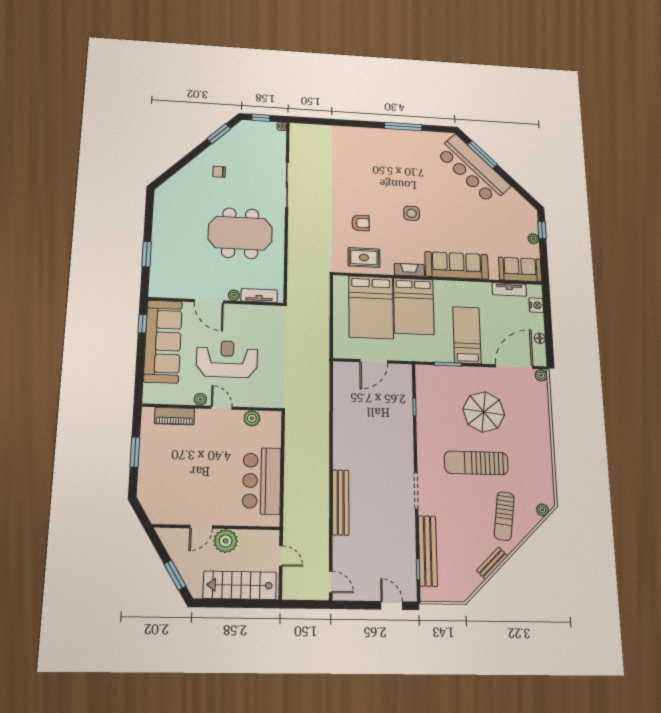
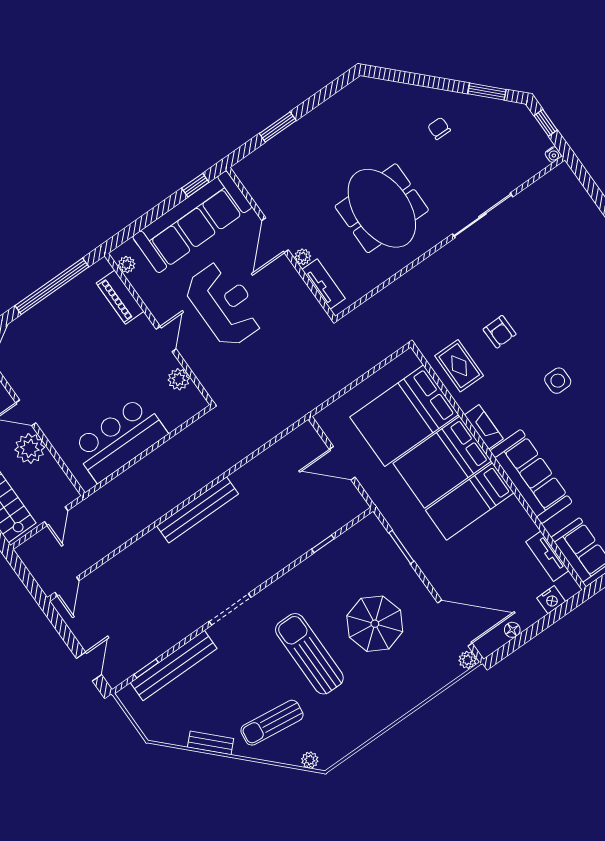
bed: (467, 335) -> (470, 501), moved, turned 180
plant: (200, 399) -> (127, 264), moved
window: (135, 452) -> (52, 286), width x2.11
bench: (341, 502) -> (198, 510), moved

